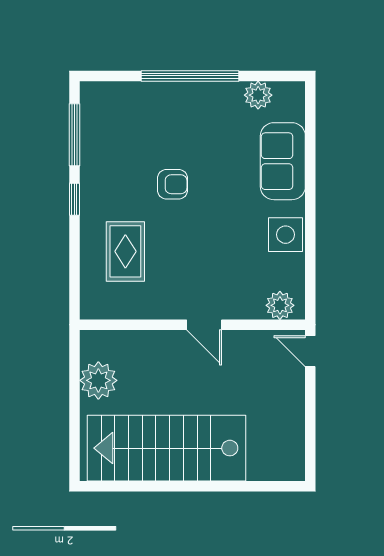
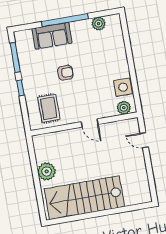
sofa: (283, 161) -> (52, 36), moved, turned -90
plant: (280, 305) -> (124, 108), moved
wall: (192, 325) -> (84, 124), moved
door: (204, 325) -> (90, 123), moved

